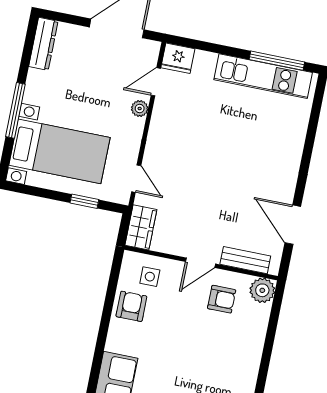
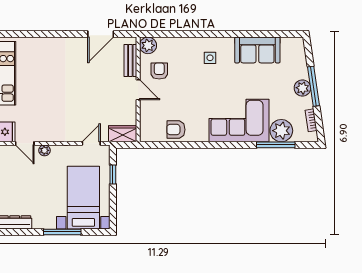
side table: (150, 277) -> (210, 58), moved

